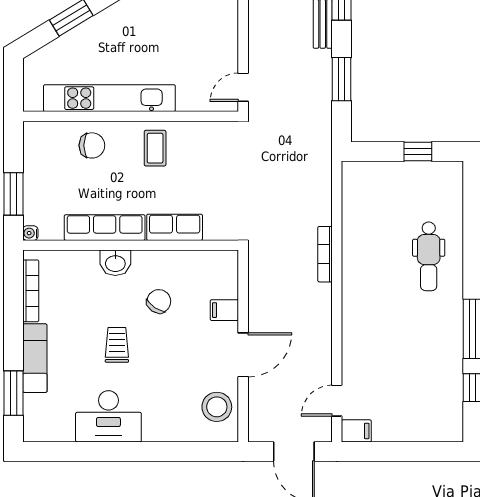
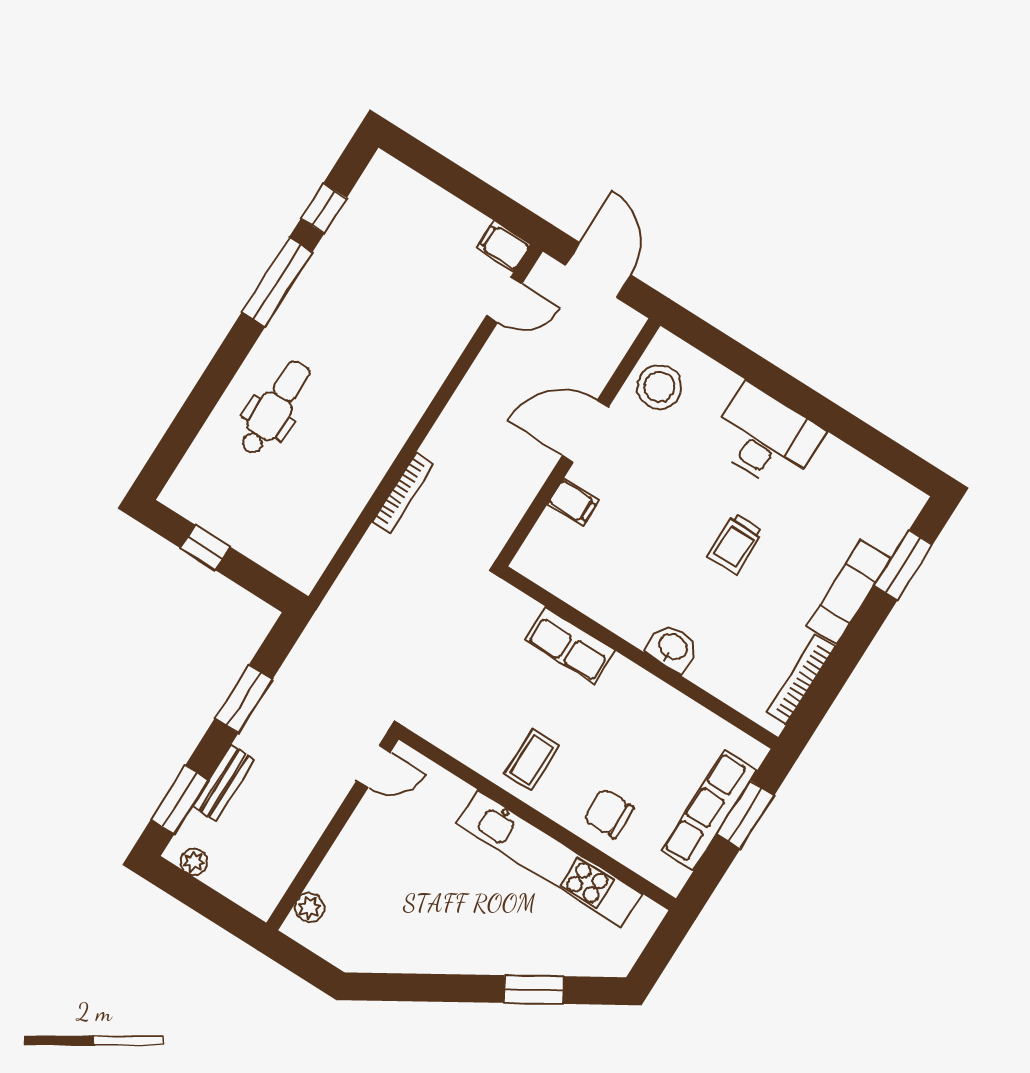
row of seats: (105, 228) -> (709, 810), moved, turned 90
water cooler: (30, 233) -> (755, 752), removed
chair: (159, 301) -> (648, 565), removed
desk: (108, 416) -> (766, 438), moved

